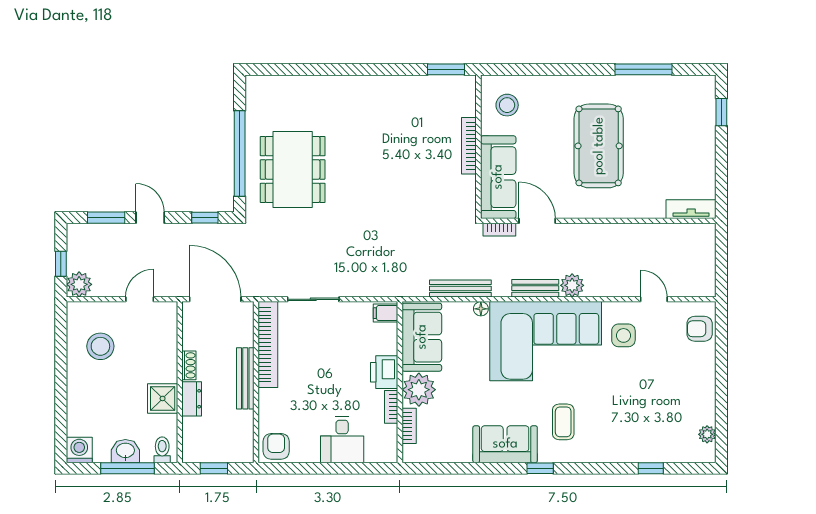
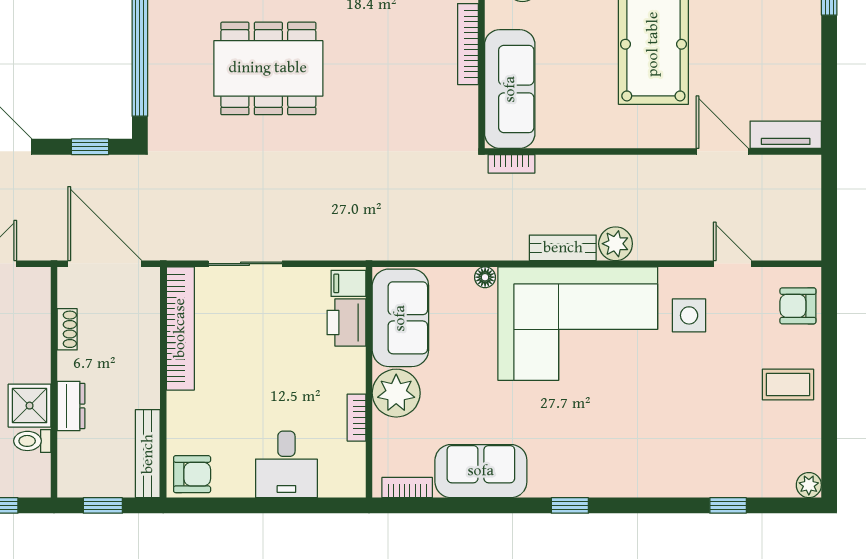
dining table: (293, 169) -> (268, 68), moved, turned 90
door: (537, 221) -> (722, 151), moved
bench: (460, 289) -> (456, 248), removed
shoe rack: (189, 365) -> (67, 329), moved
printer: (384, 372) -> (347, 322), moved
bench: (245, 378) -> (148, 454), moved
coffee table: (563, 422) -> (788, 385), moved, turned 90
bookcase: (409, 426) -> (407, 488), moved, turned -90
plant: (707, 434) -> (809, 485), moved
sofa: (505, 444) -> (481, 471), moved
armchair: (276, 446) -> (192, 474), turned 90
toilet: (162, 450) -> (32, 441), moved, turned -90

